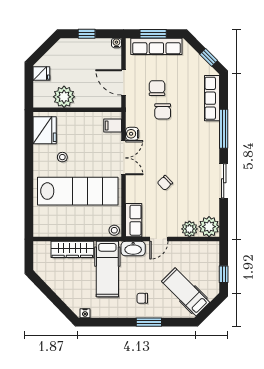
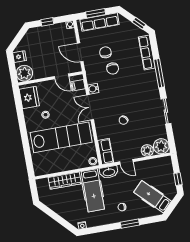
plant: (64, 97) -> (24, 73), moved
door: (93, 110) -> (61, 76), added
double door: (123, 158) -> (90, 107), swing flipped
door: (159, 239) -> (126, 162), hinge flipped

